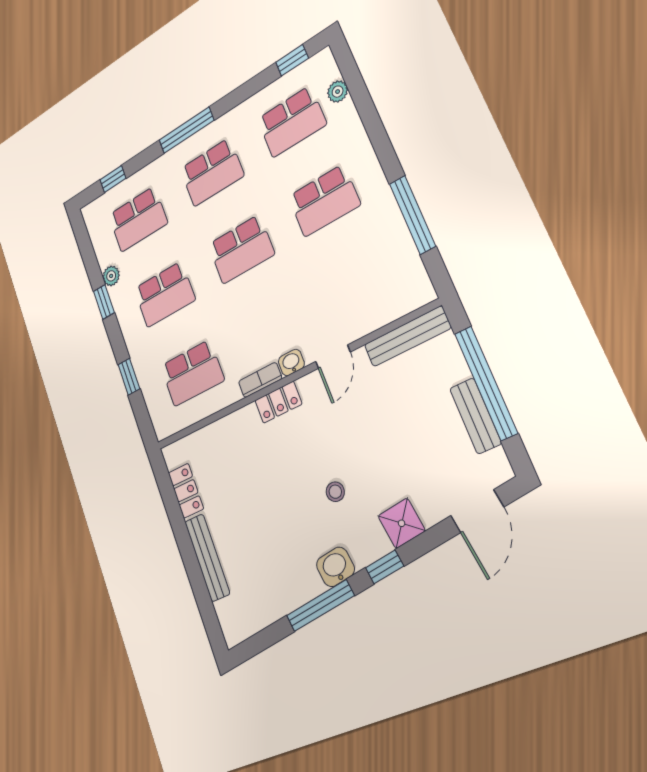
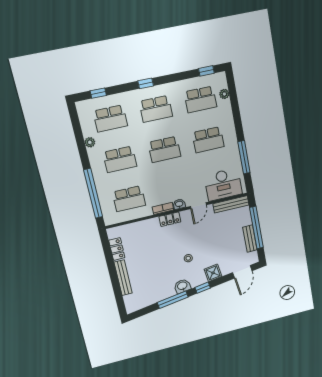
window: (186, 130) -> (146, 83), width x0.46
desk: (378, 293) -> (223, 185), added
window: (104, 302) -> (83, 154), removed
window: (129, 377) -> (93, 193), width x3.17

